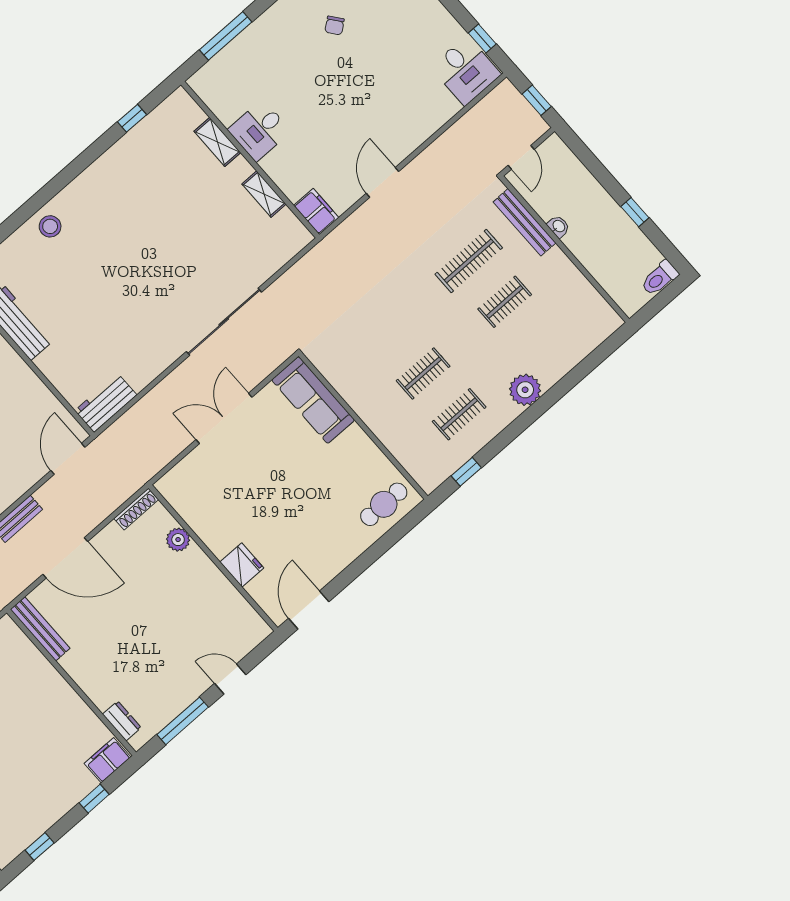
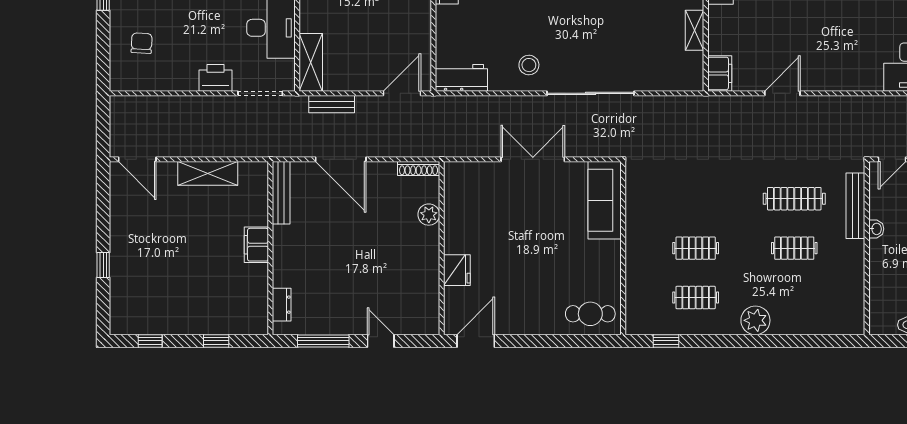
stool: (152, 343) -> (529, 65), added
filing cabinet: (107, 760) -> (256, 245), moved, turned -90

